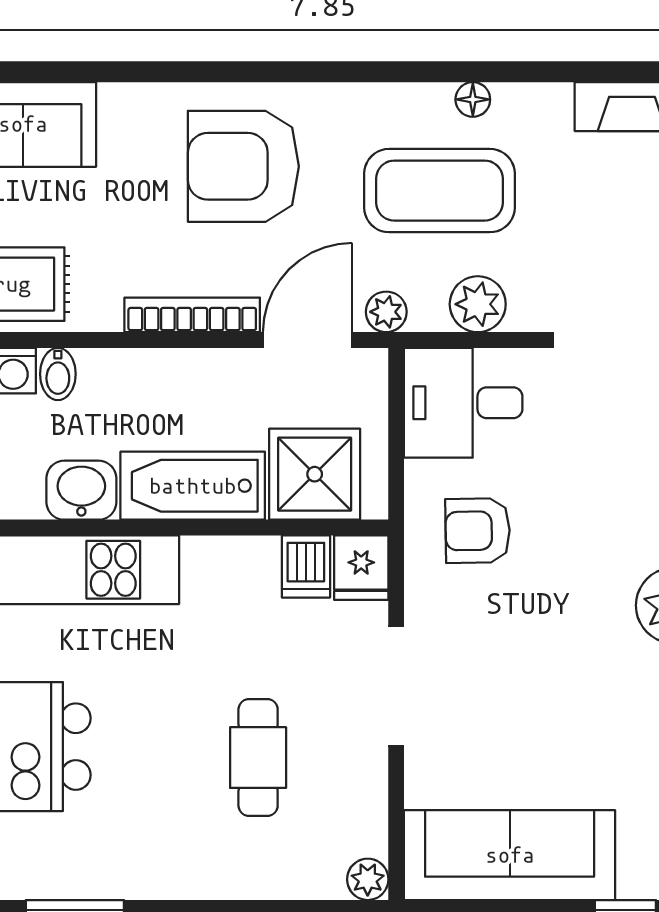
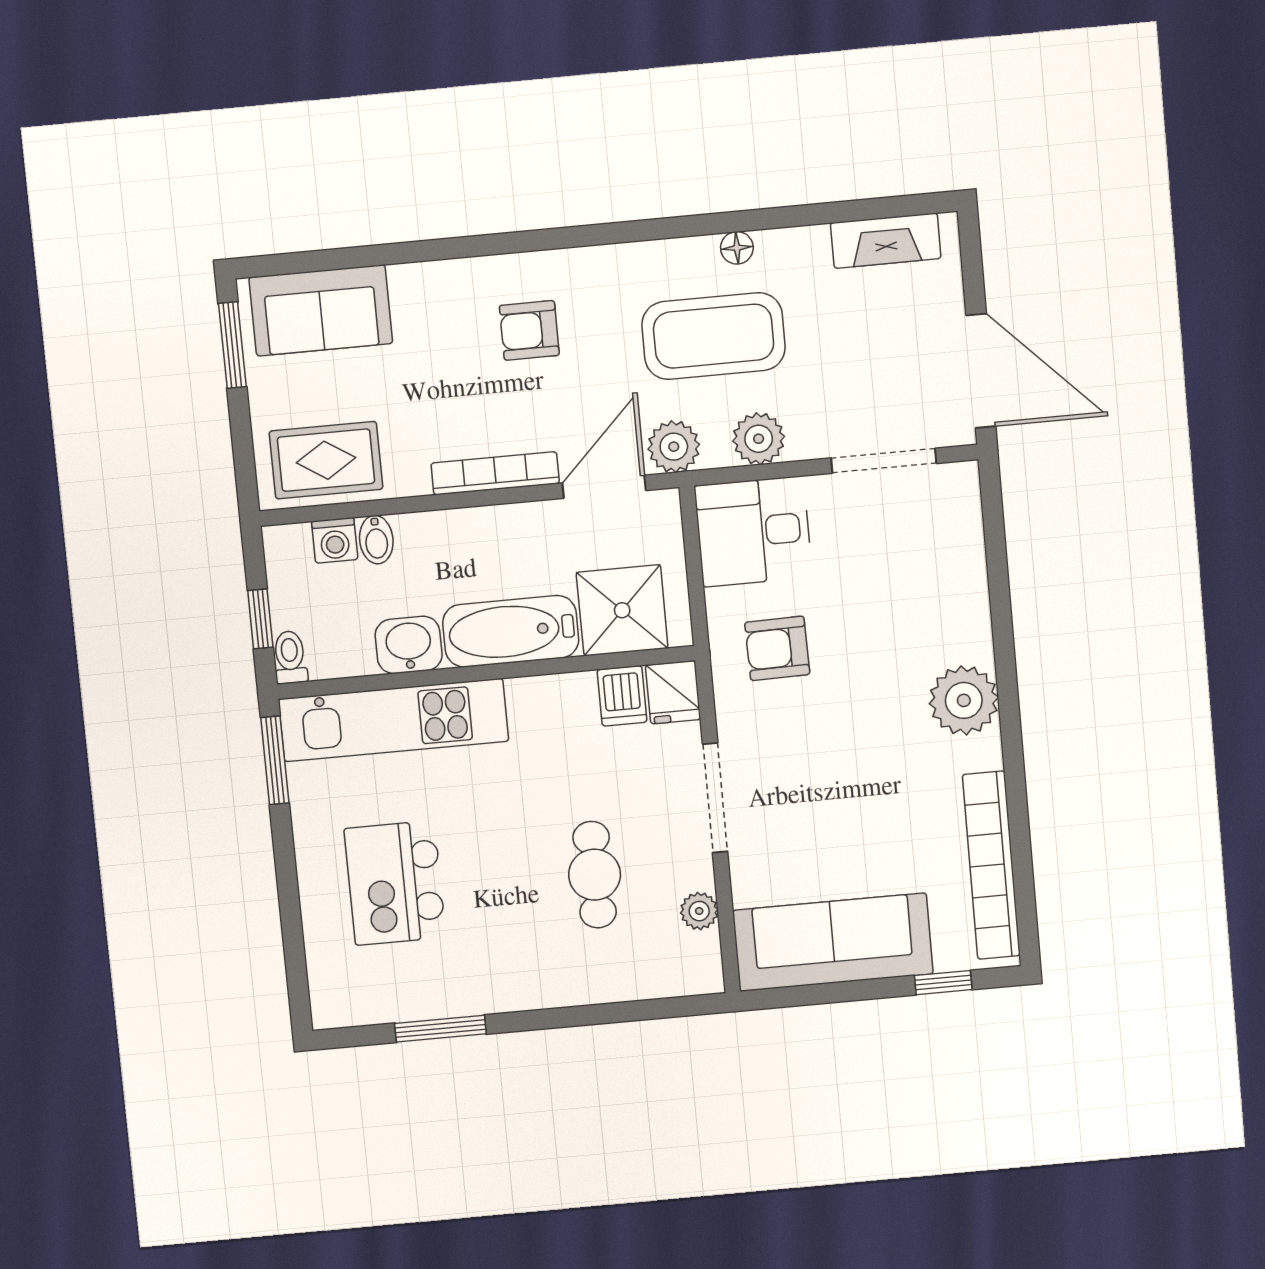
armchair: (243, 166) -> (529, 330), width x0.53, depth x0.53
plant: (386, 312) -> (674, 447), width x1.38, depth x1.38
plant: (368, 879) -> (699, 911), moved

